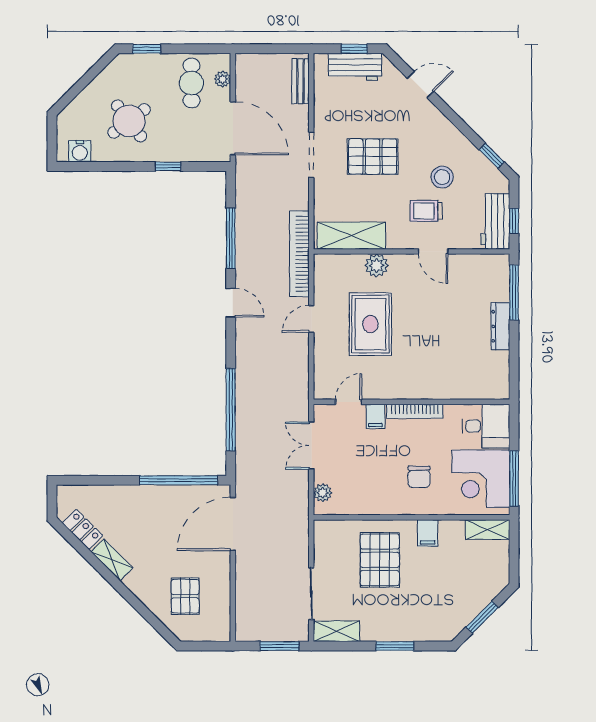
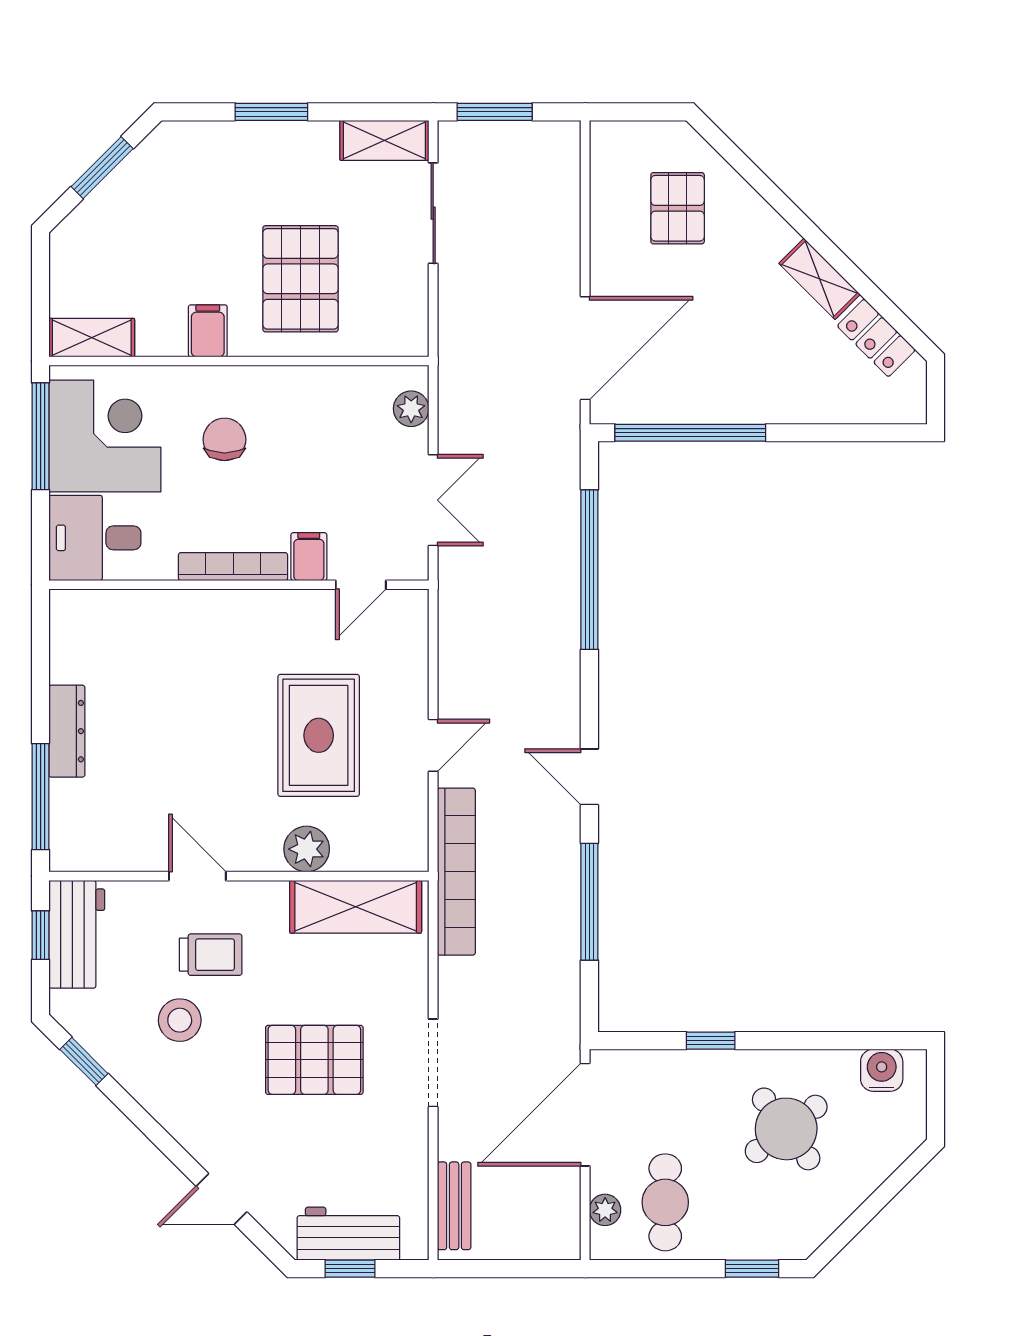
door: (233, 128) -> (585, 1115), hinge flipped

